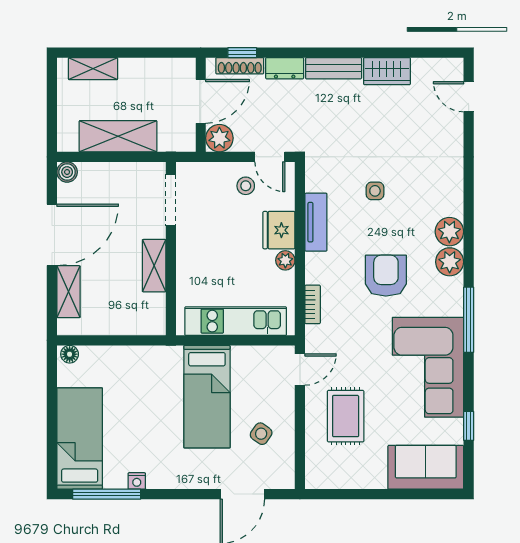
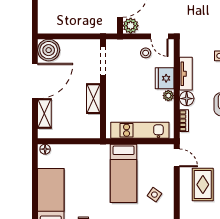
shelving: (118, 136) -> (73, 25), removed
boiler: (67, 172) -> (49, 50), width x1.86, depth x1.86
floor lamp: (317, 266) -> (187, 99), added
door: (300, 369) -> (177, 158), hinge flipped

